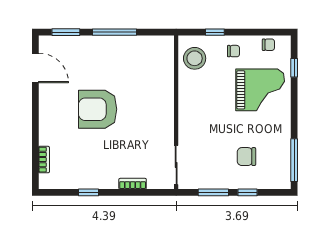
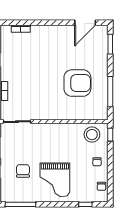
window: (114, 32) -> (110, 92), moved
window: (215, 32) -> (110, 135), moved
grand piano: (260, 90) -> (55, 180), moved
armchair: (98, 109) -> (77, 83), moved, turned 90

